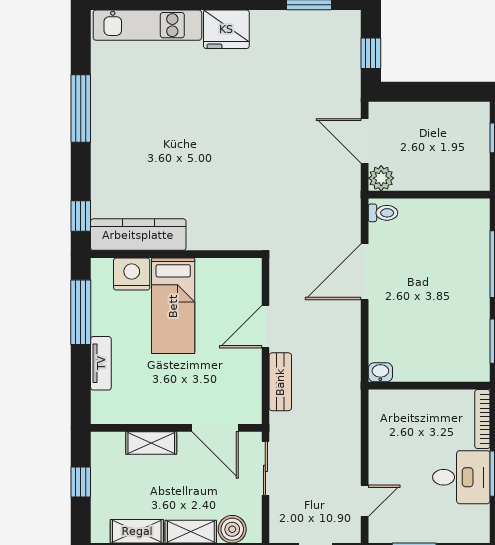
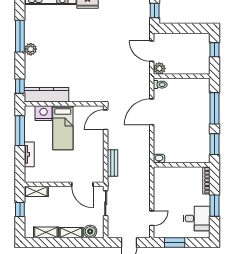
plant: (104, 137) -> (31, 49), added
door: (265, 327) -> (106, 120), moved
shelving: (151, 443) -> (36, 191), moved
desk: (461, 477) -> (197, 219), moved

